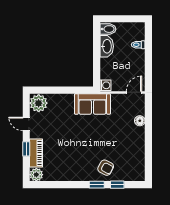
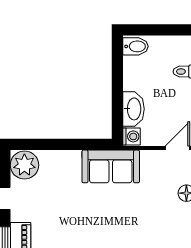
washbasin: (107, 46) -> (133, 109), moved

